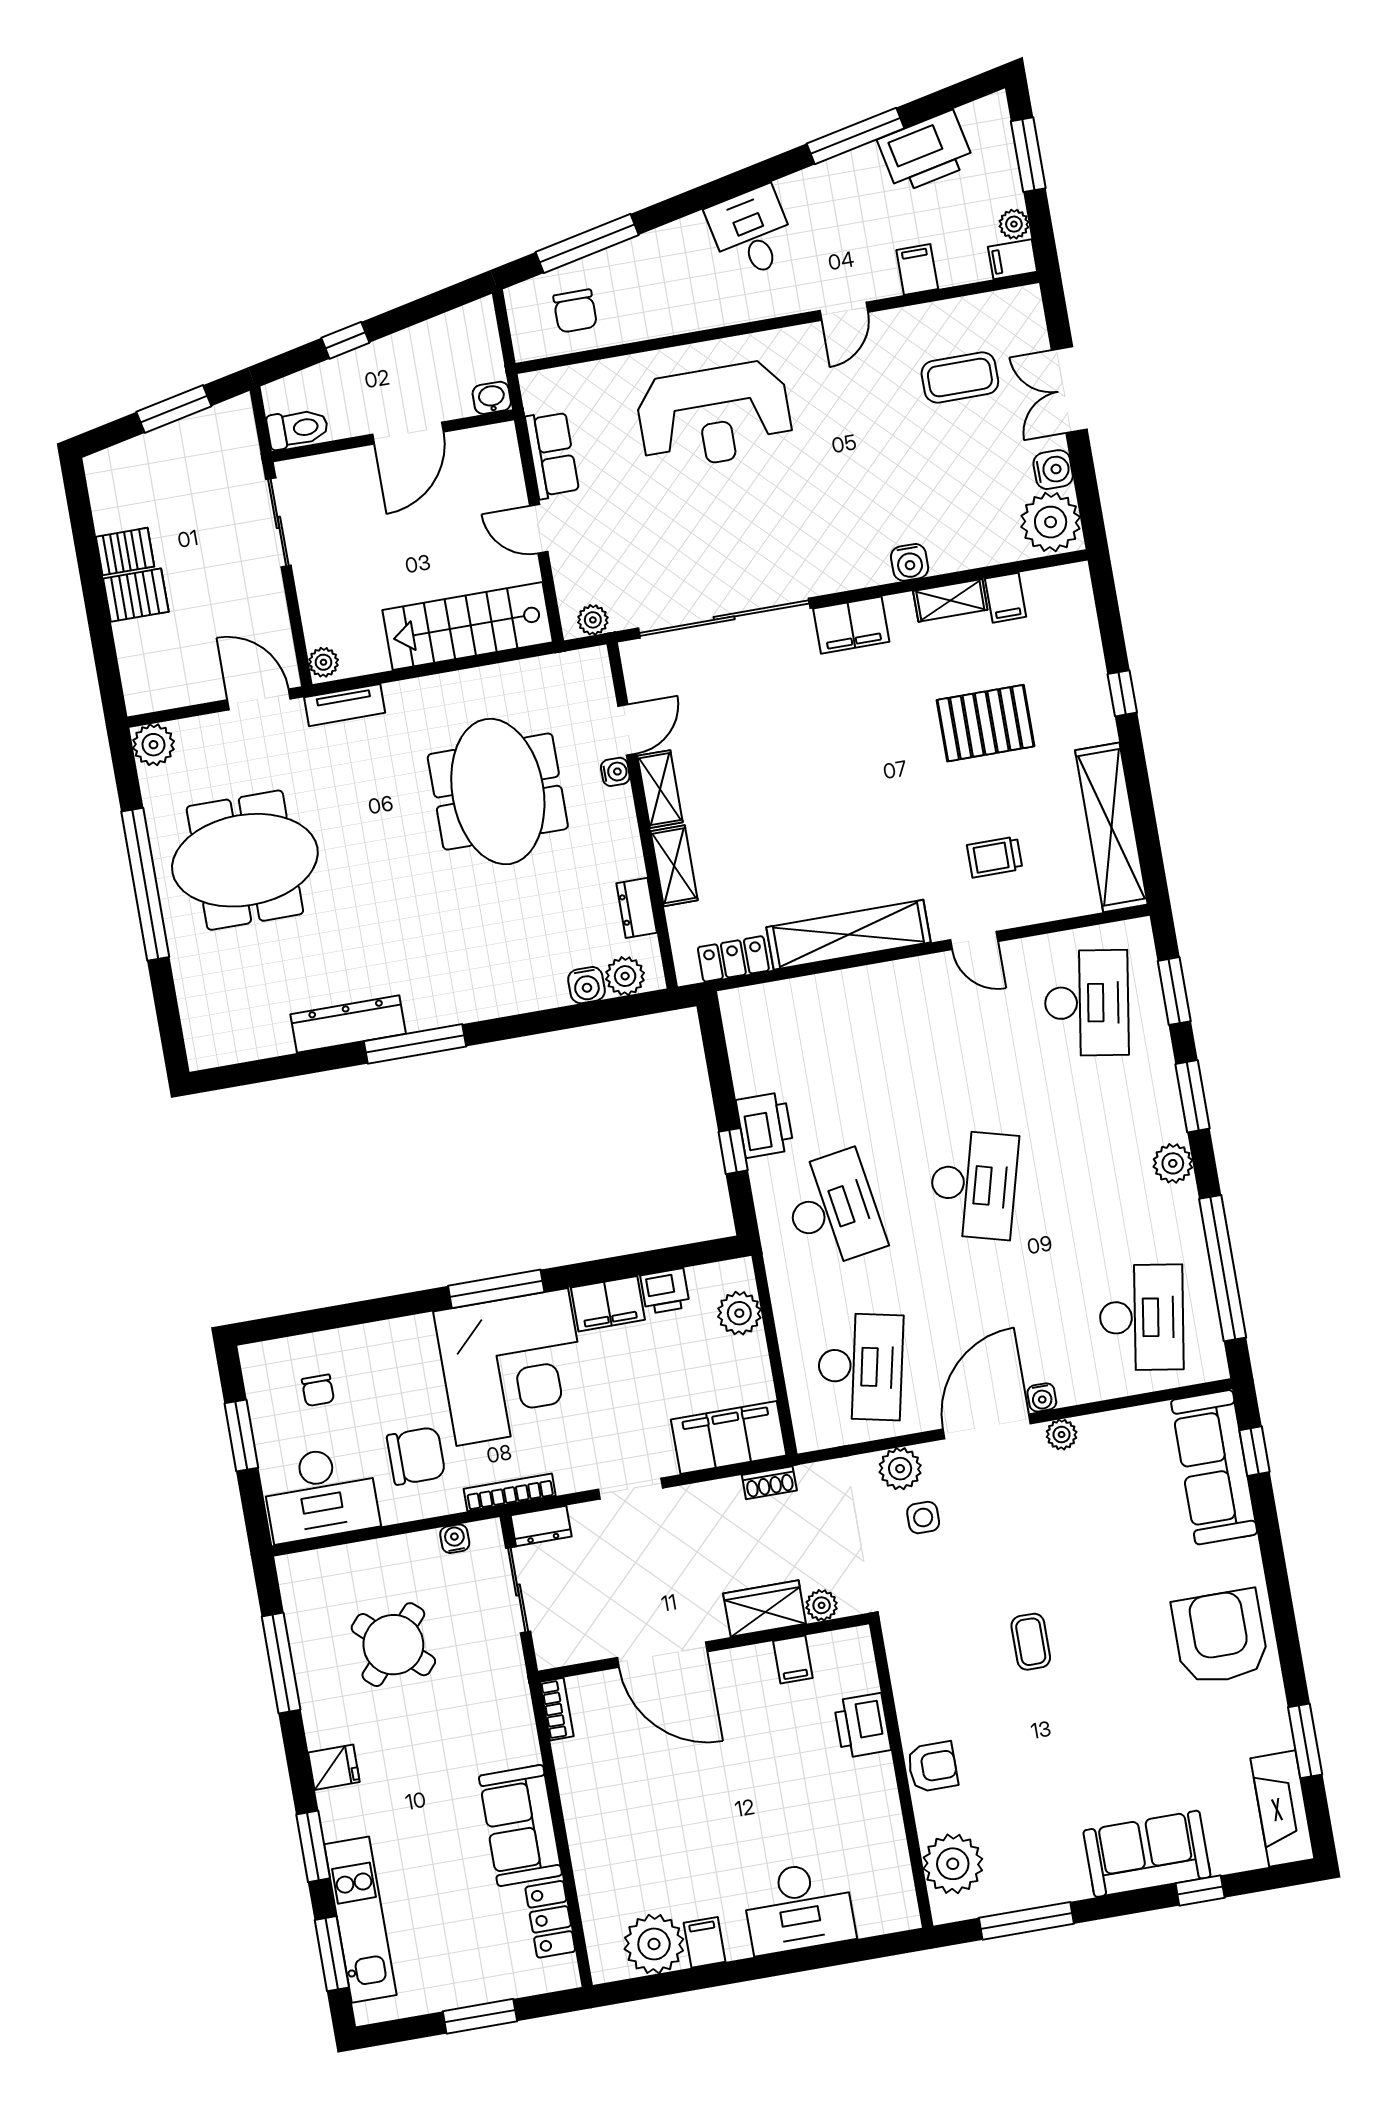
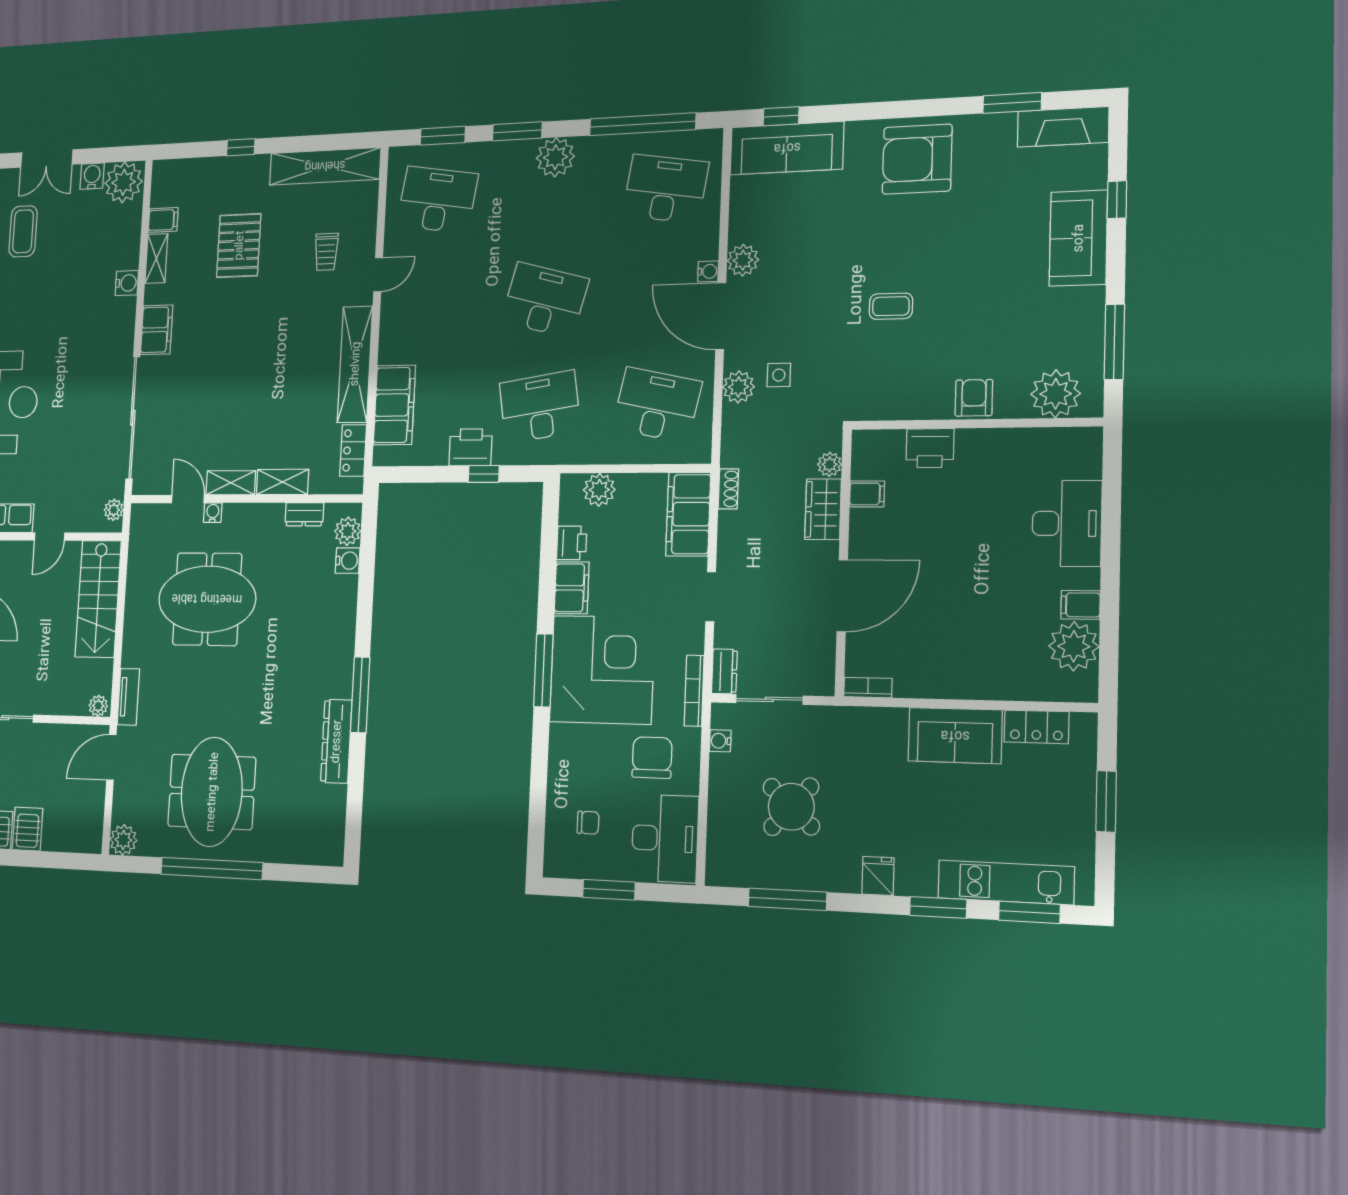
filing cabinet: (803, 1004) -> (394, 405), added
plant: (1173, 1163) -> (555, 157), width x1.36, depth x1.36
plant: (1062, 1435) -> (743, 260), width x1.38, depth x1.38

